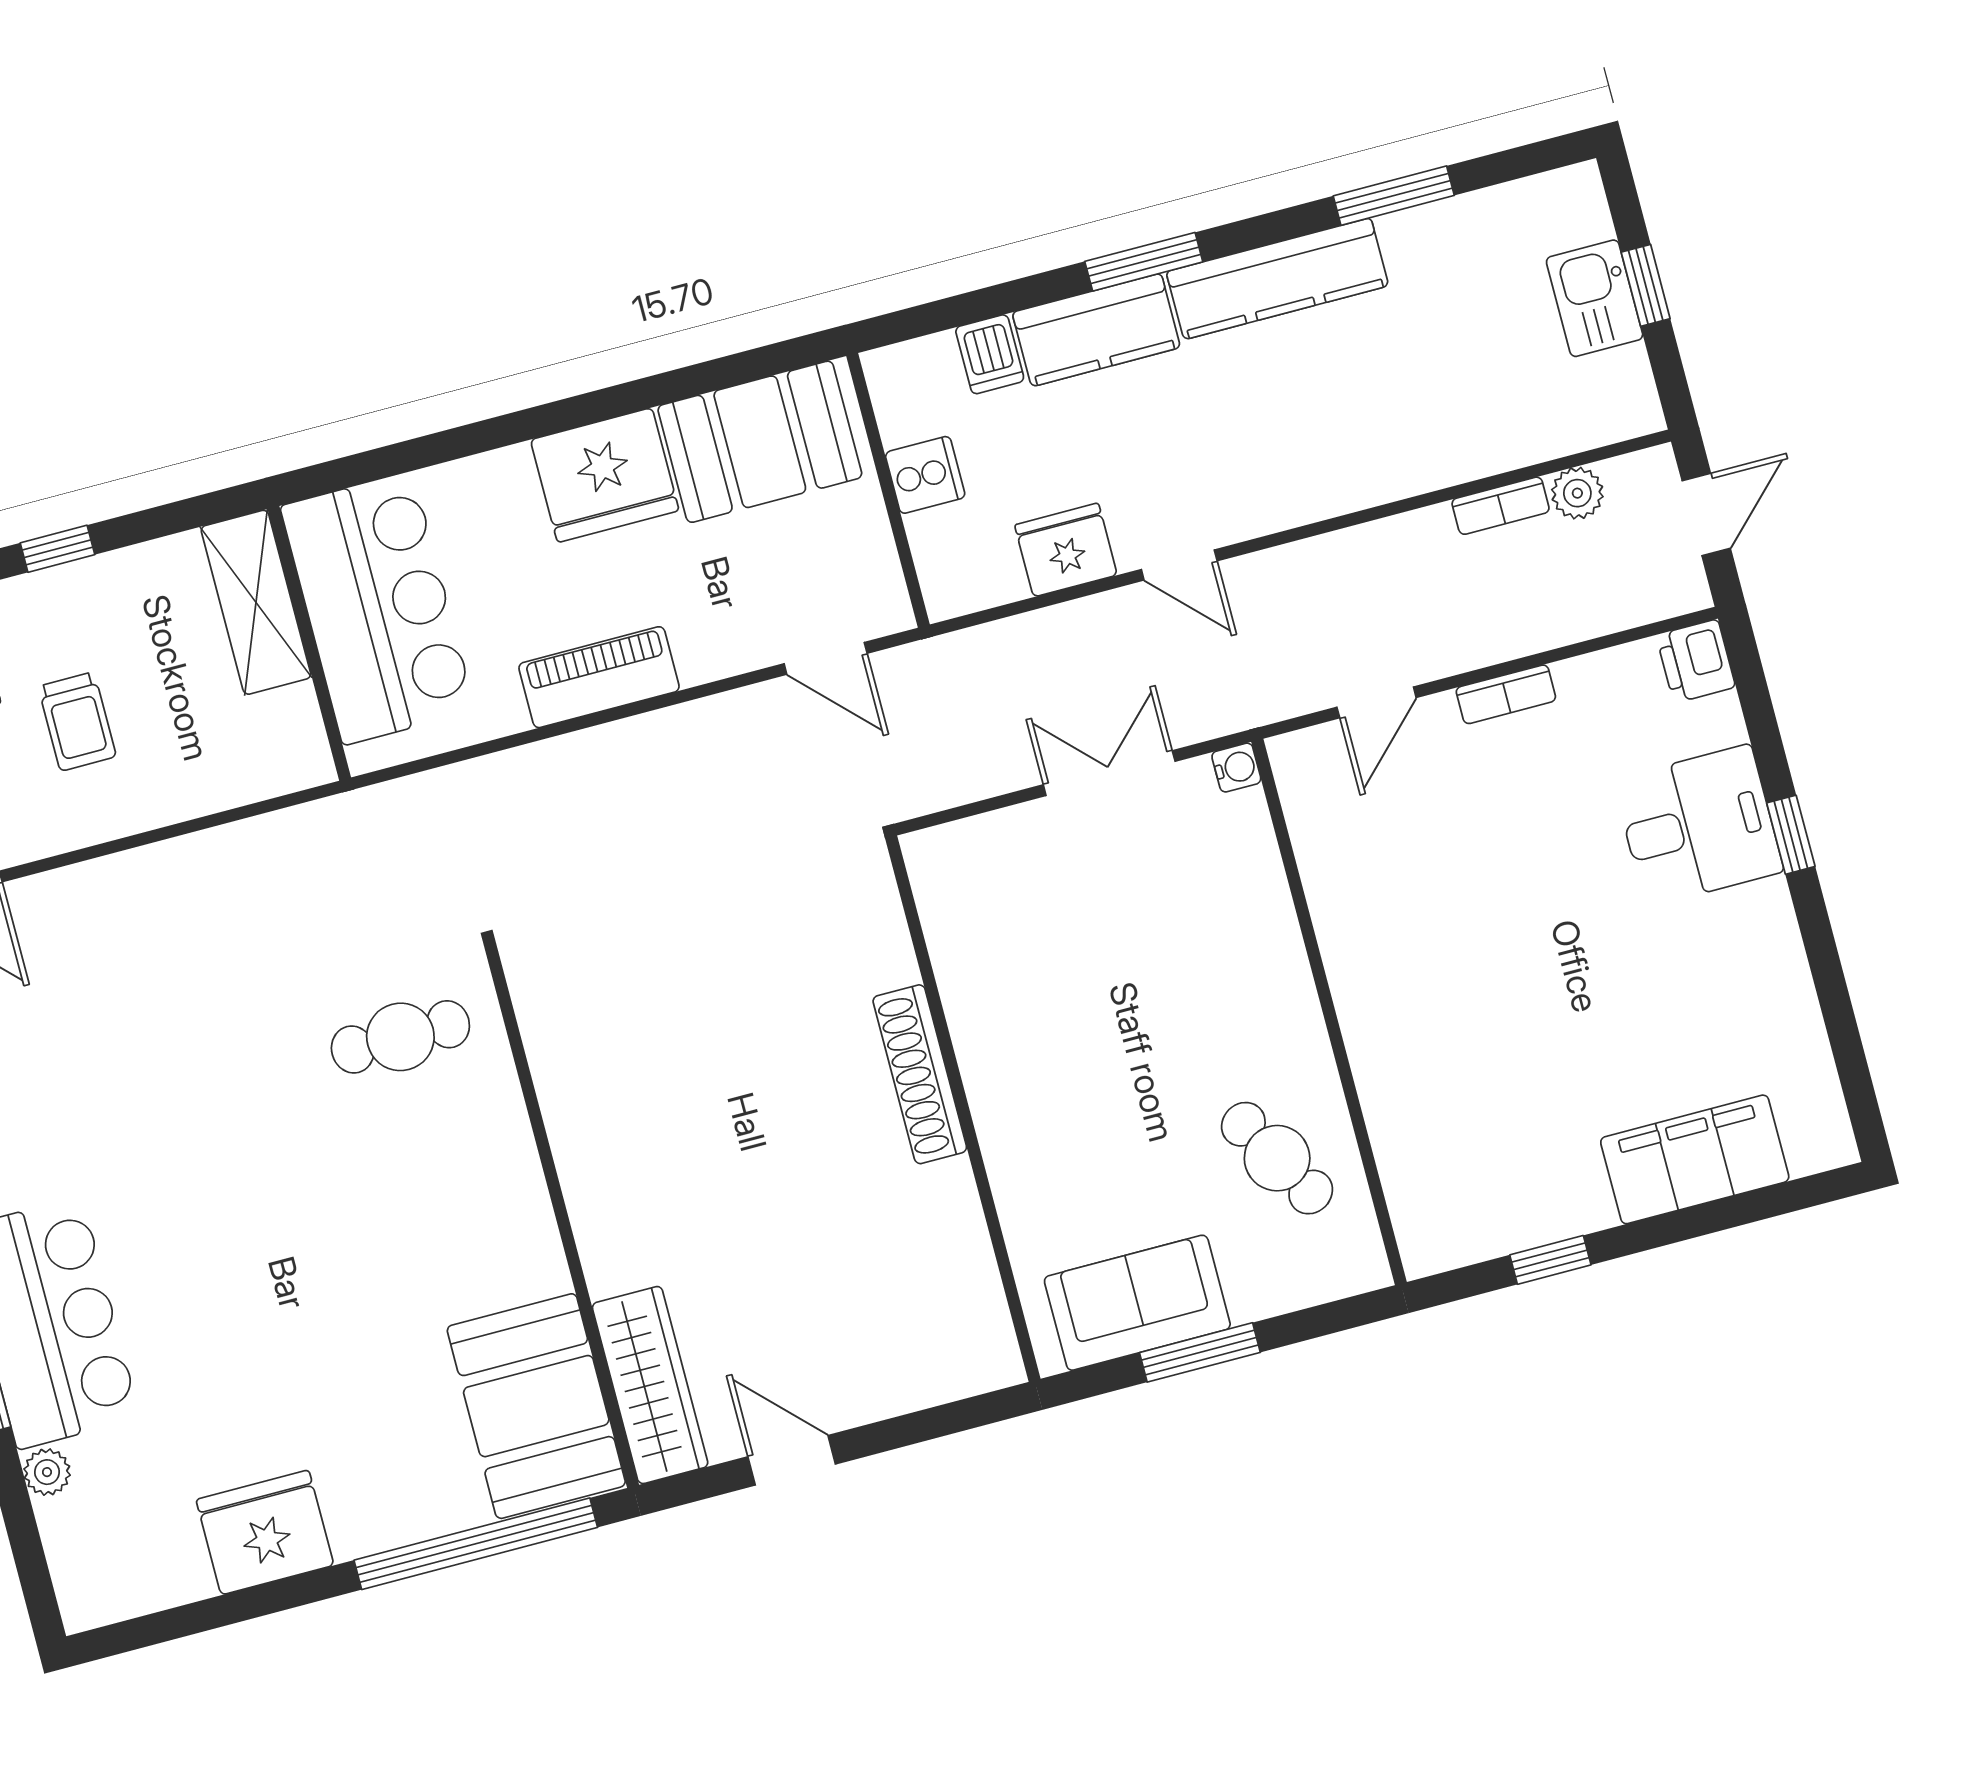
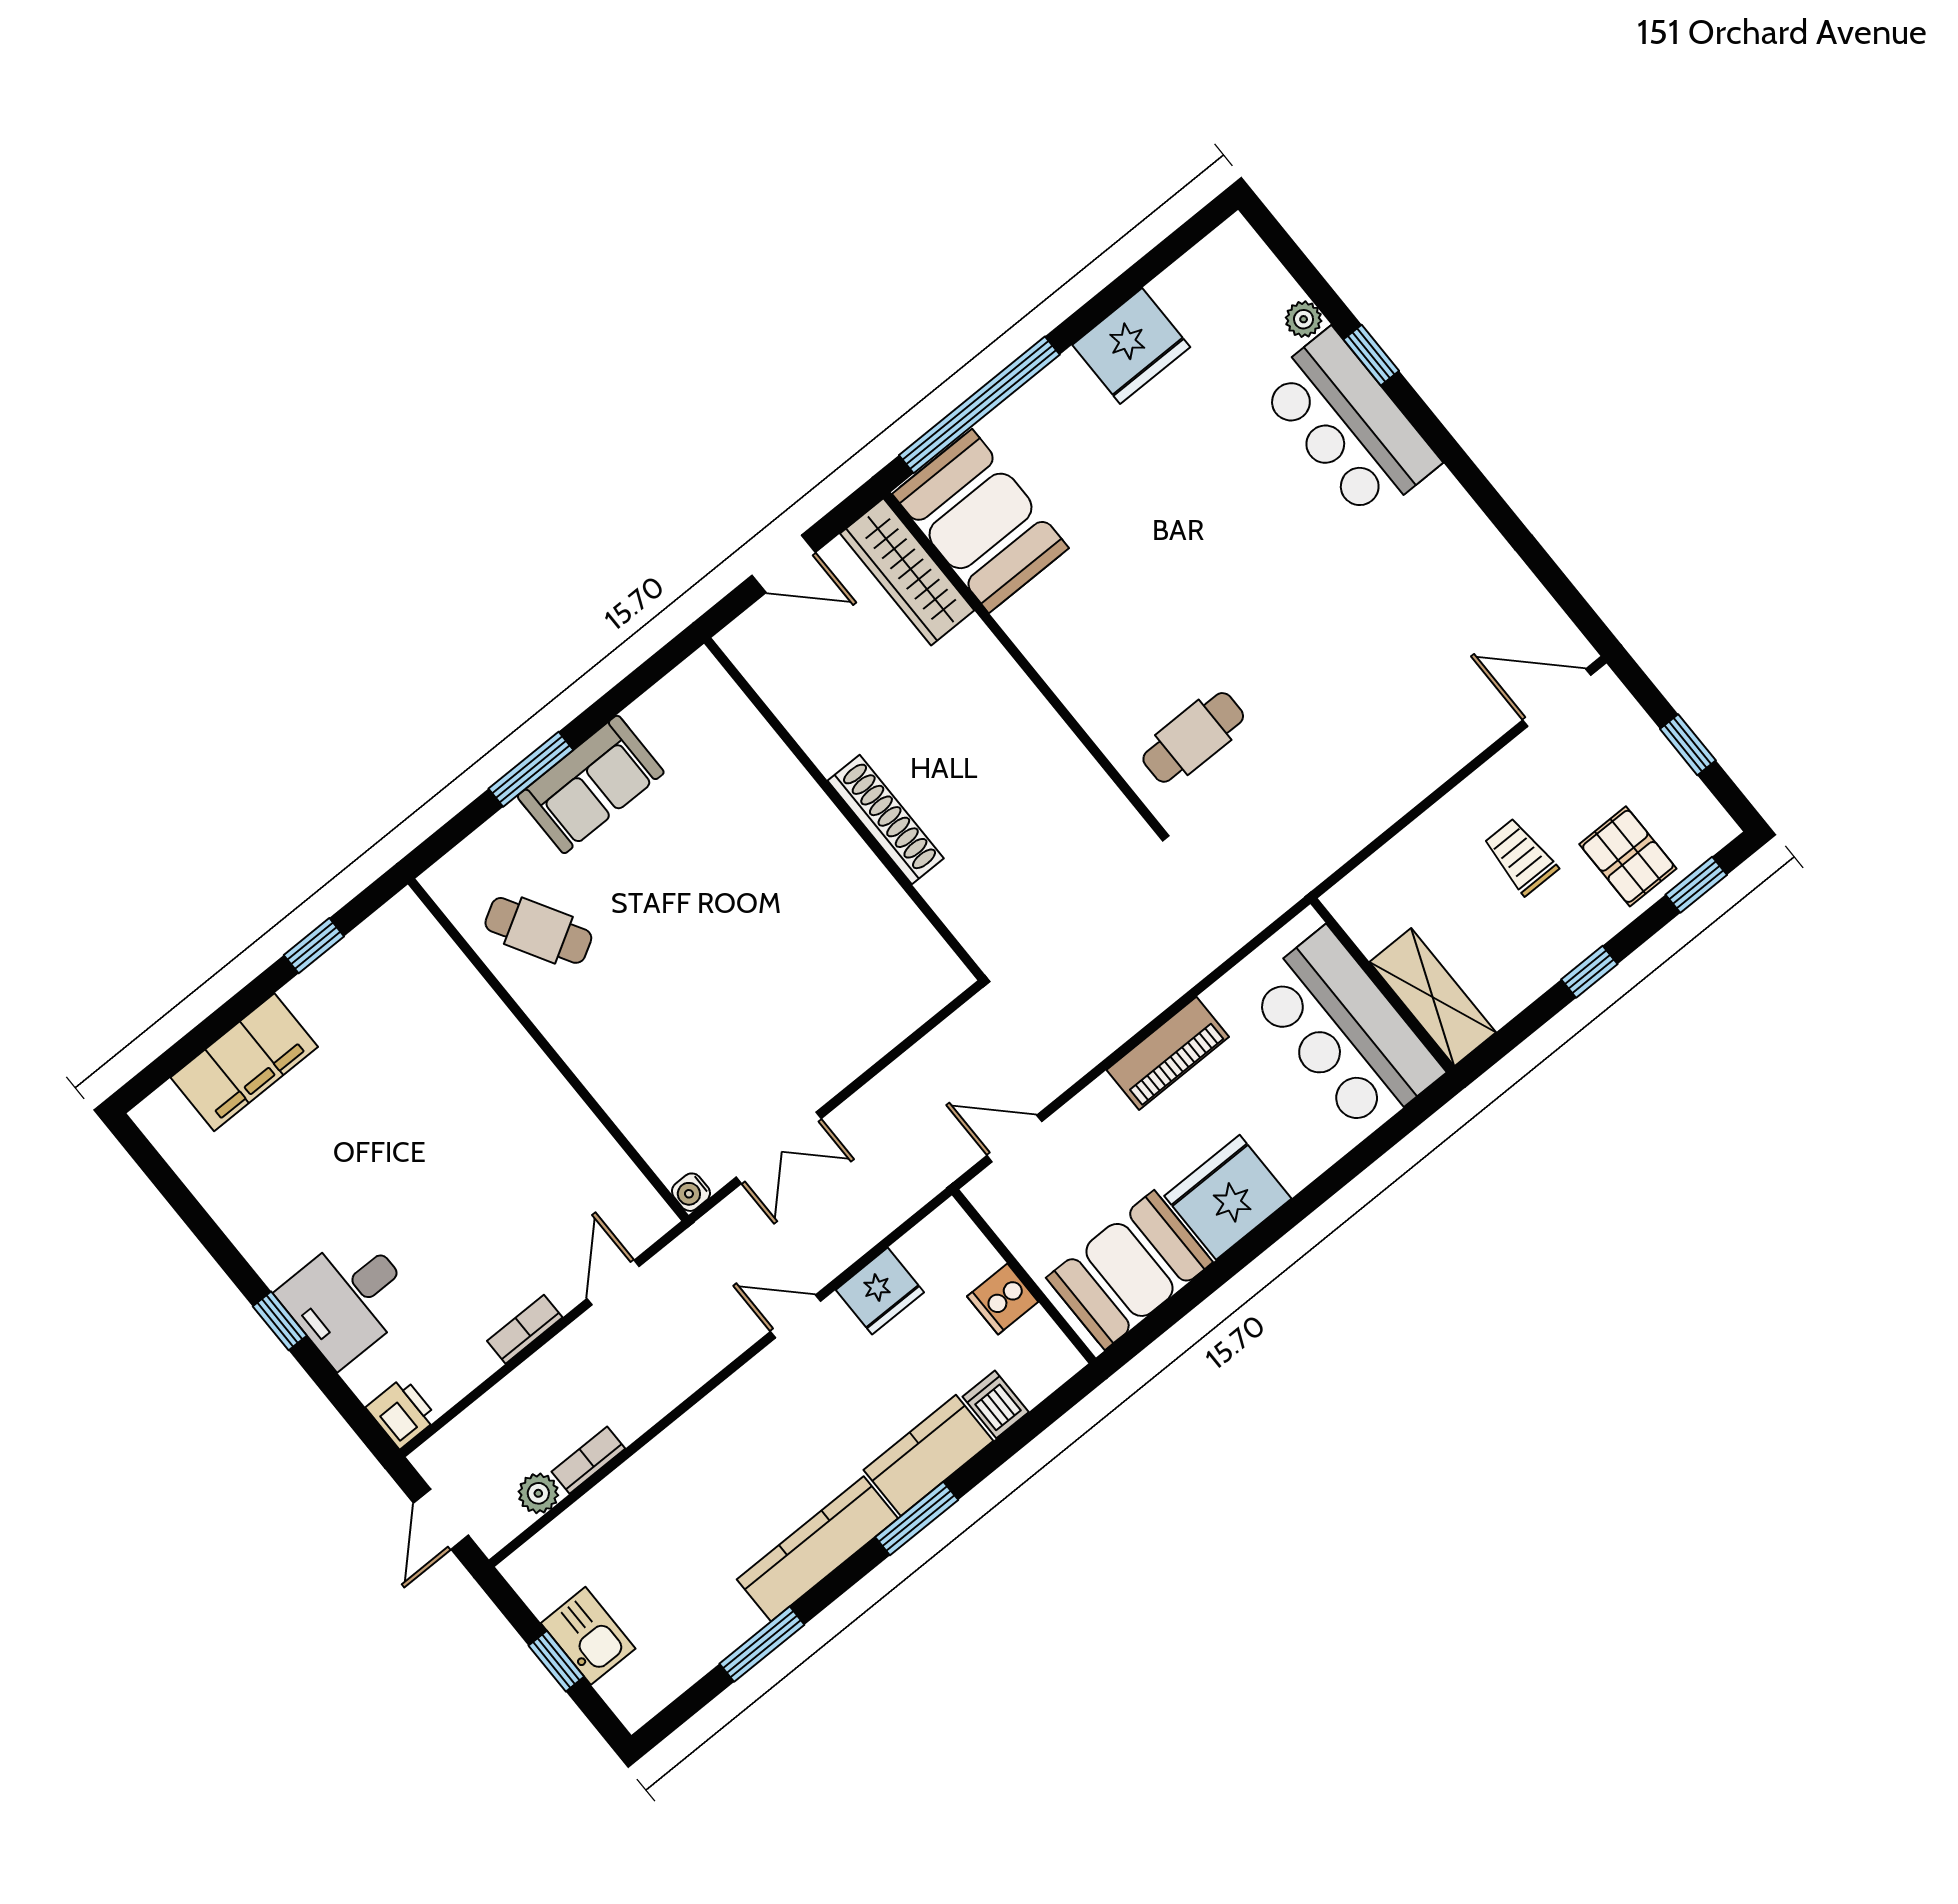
shoe rack: (920, 1074) -> (886, 820), moved
wall: (963, 1109) -> (844, 809), moved

